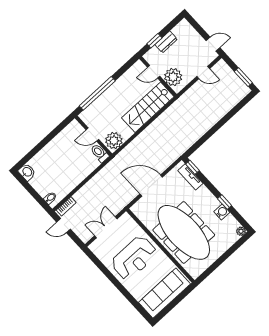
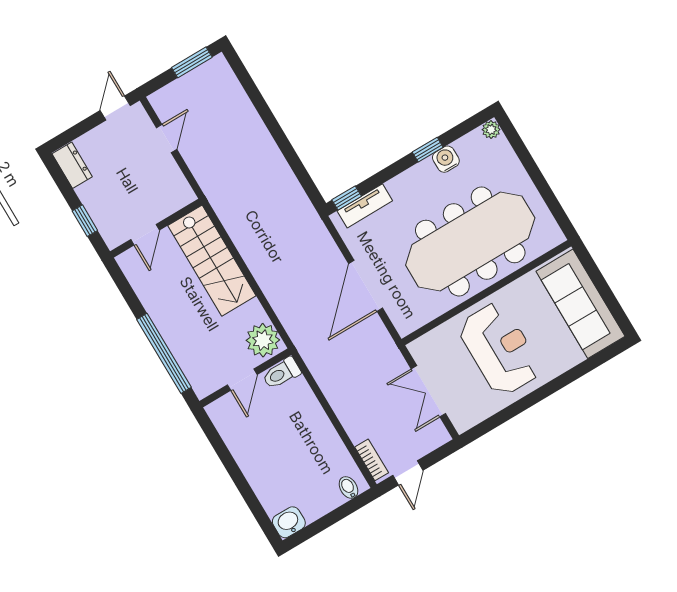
dresser: (166, 42) -> (72, 165), moved
plant: (173, 77) -> (163, 199), removed

